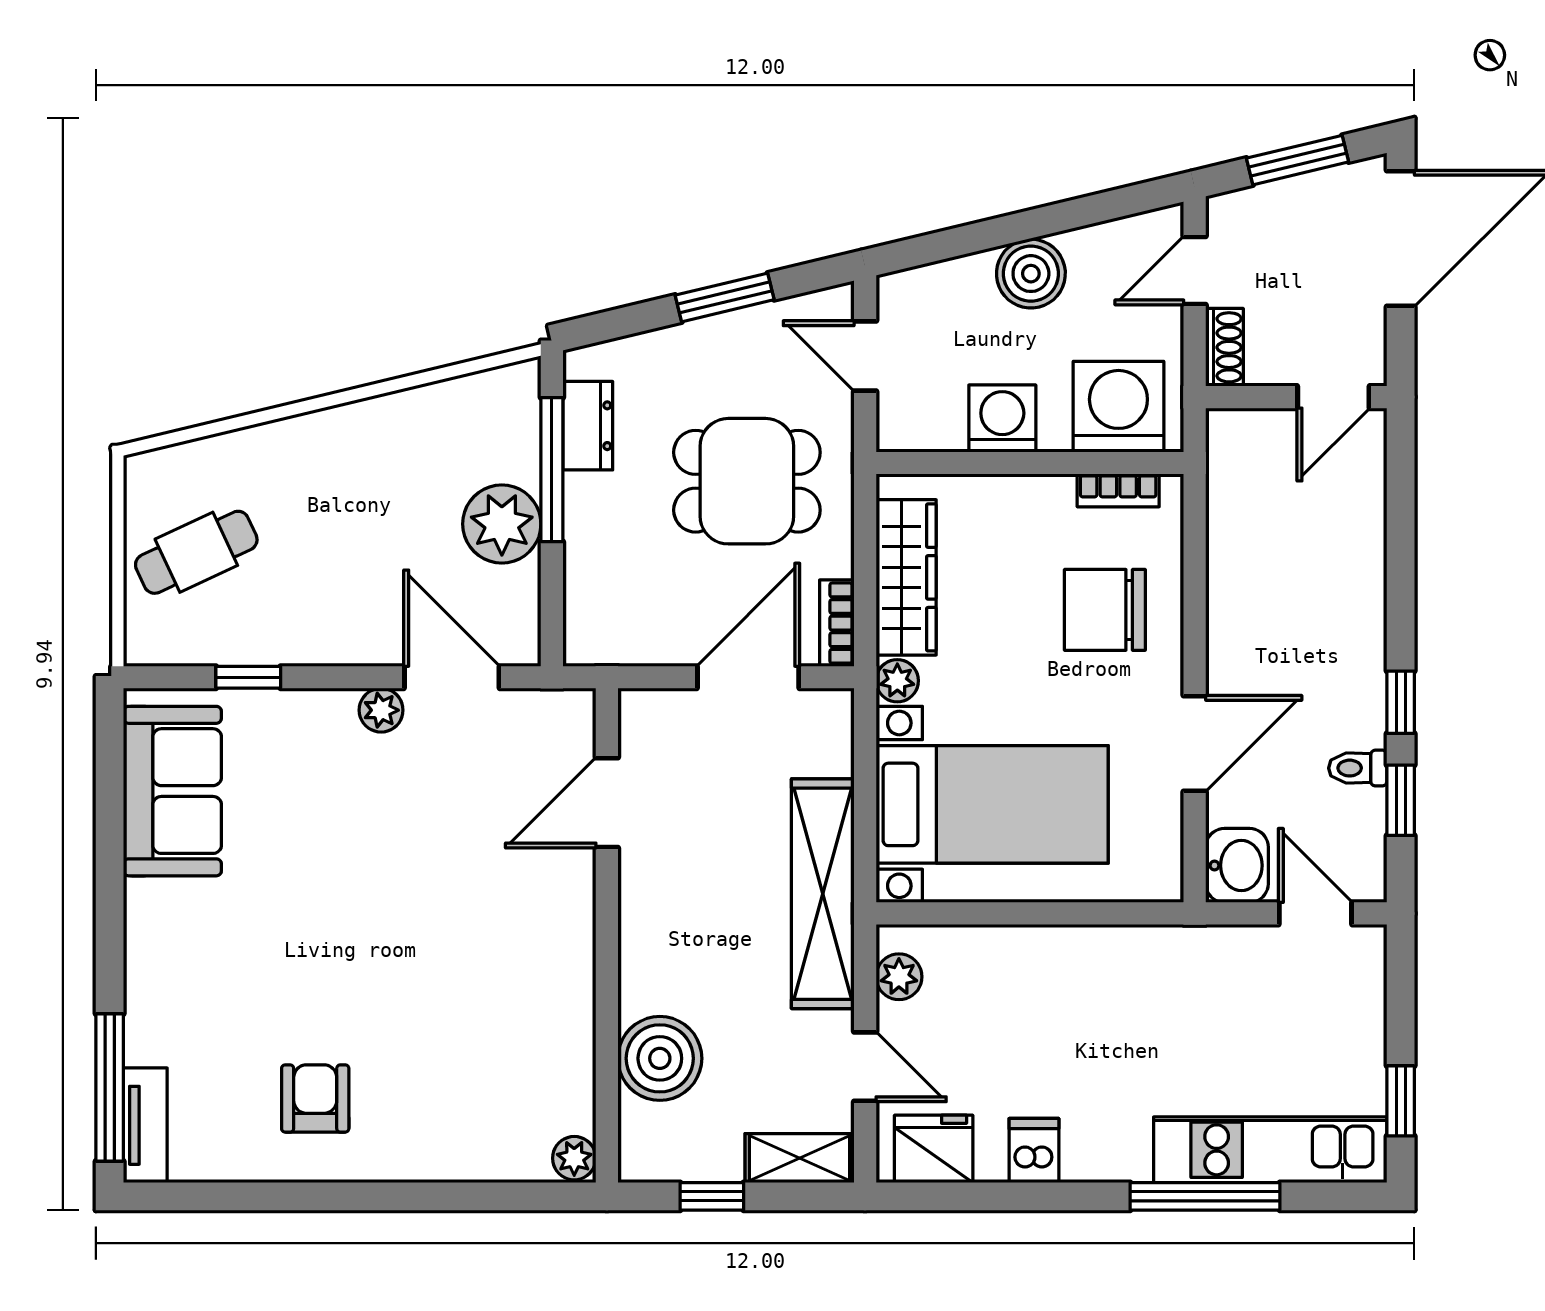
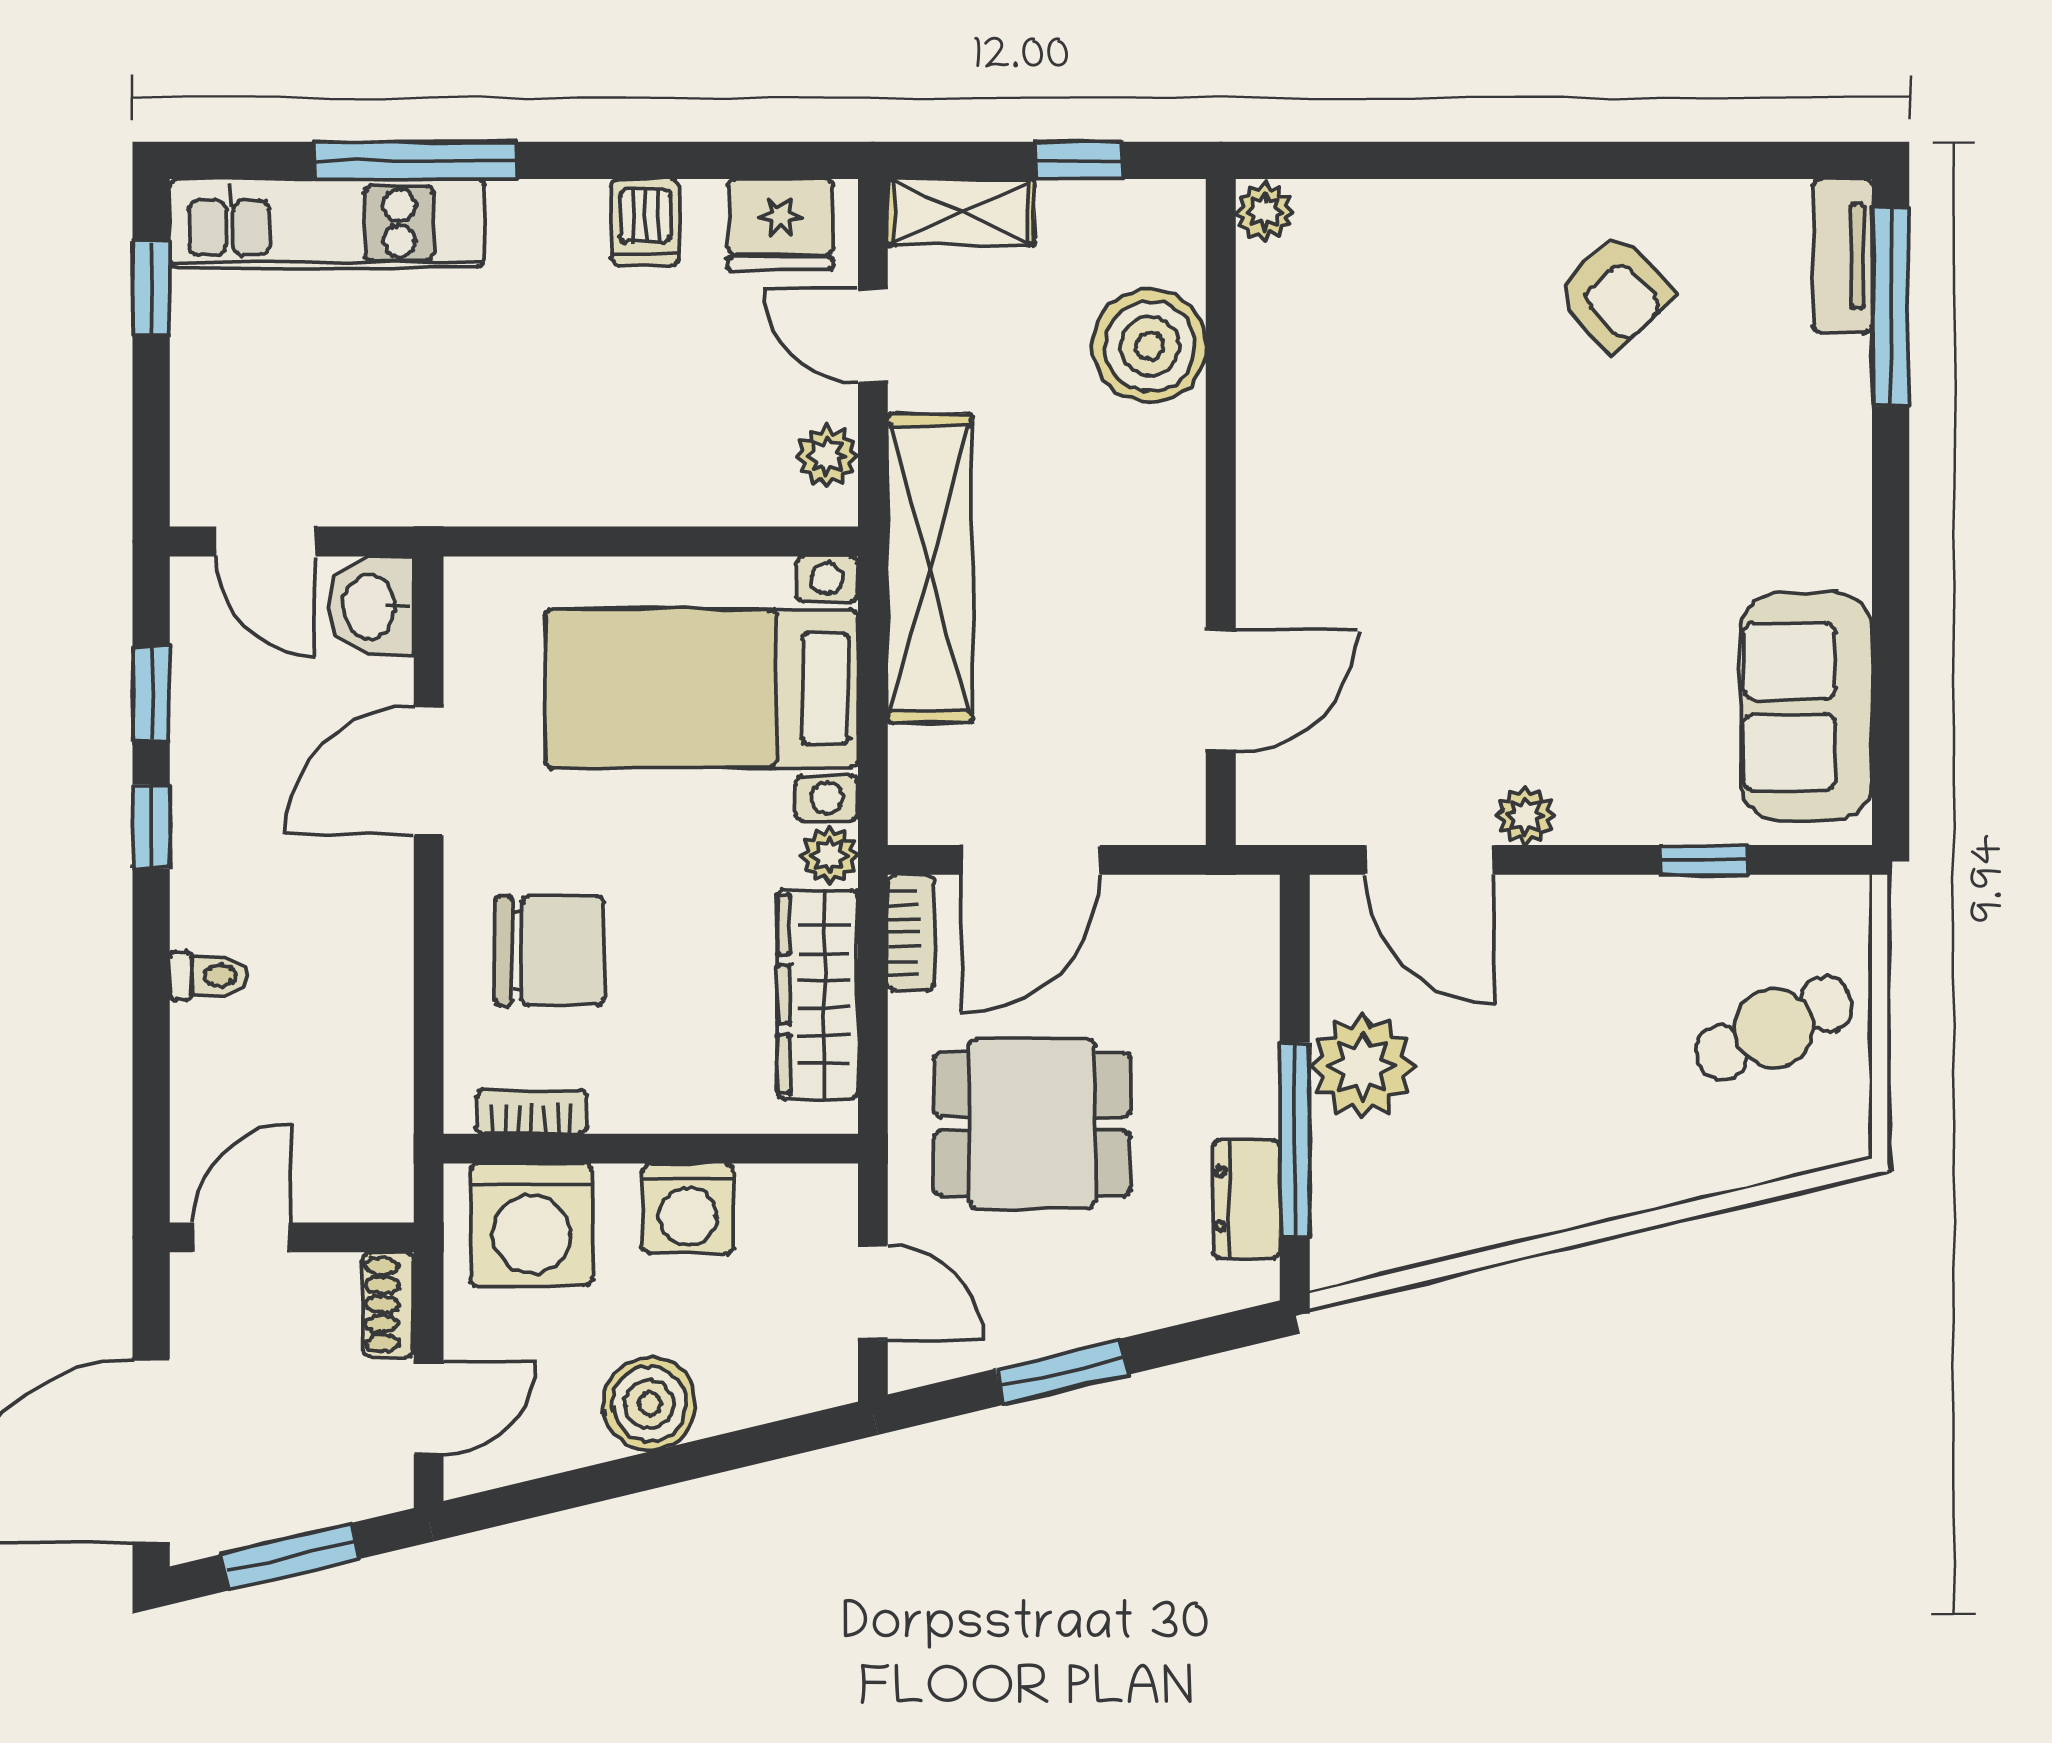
toilet: (1358, 768) -> (209, 976), moved
armchair: (315, 1098) -> (1614, 292), turned -43

